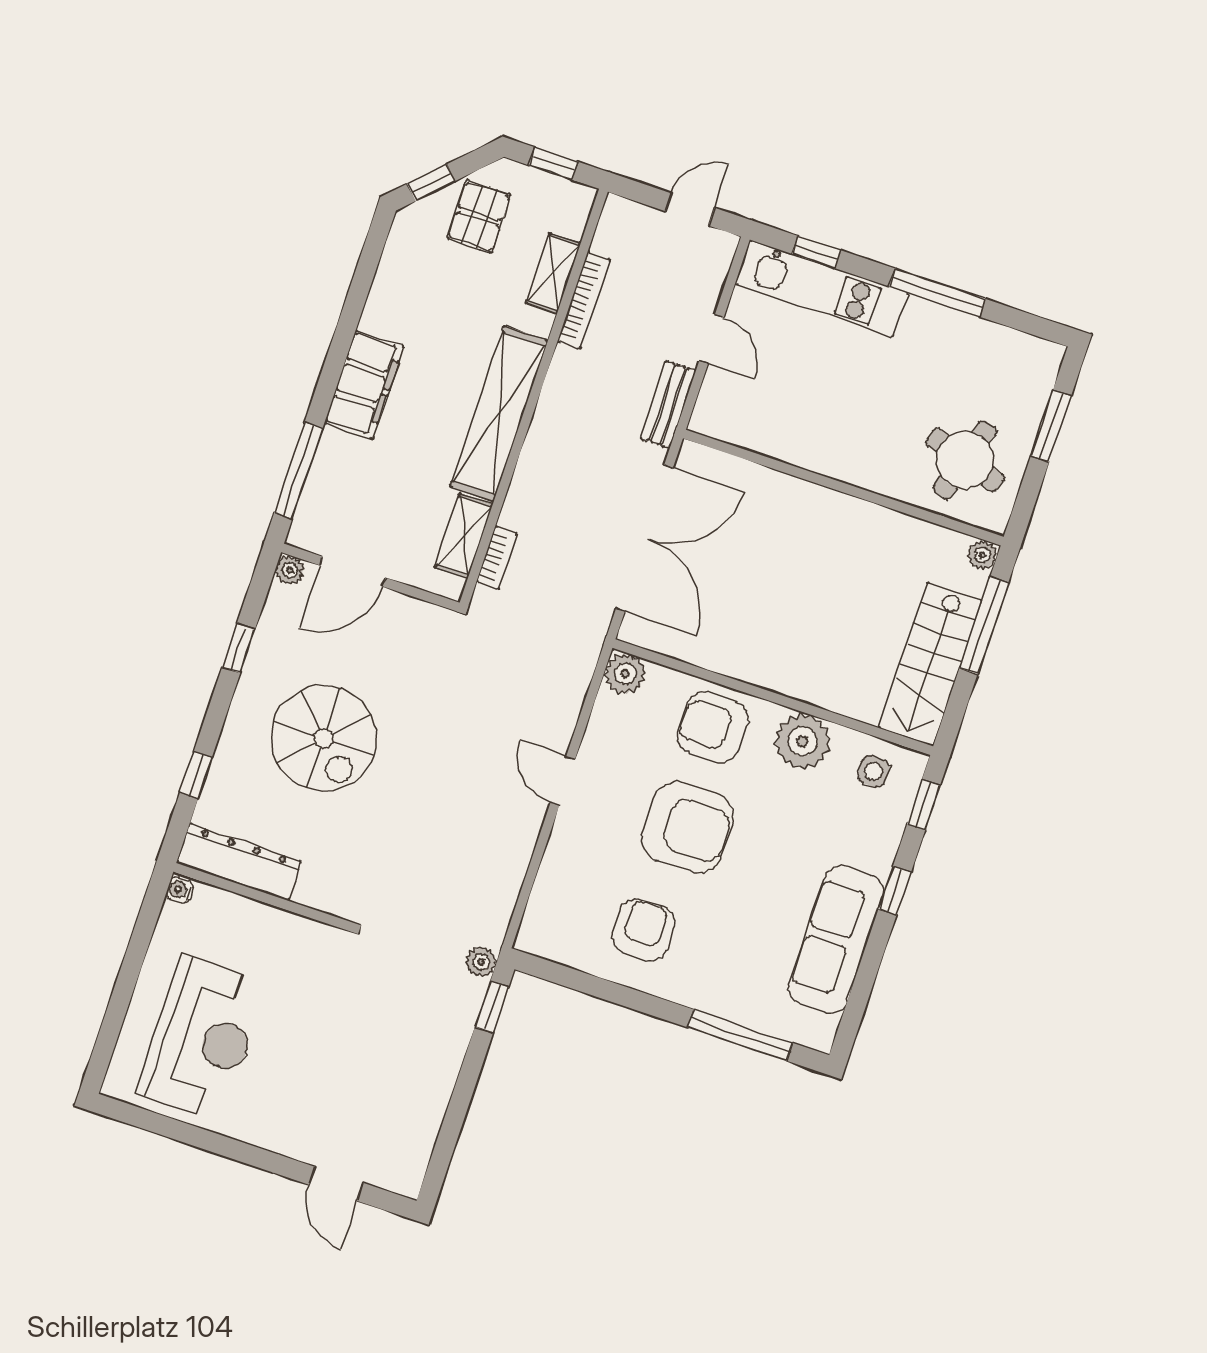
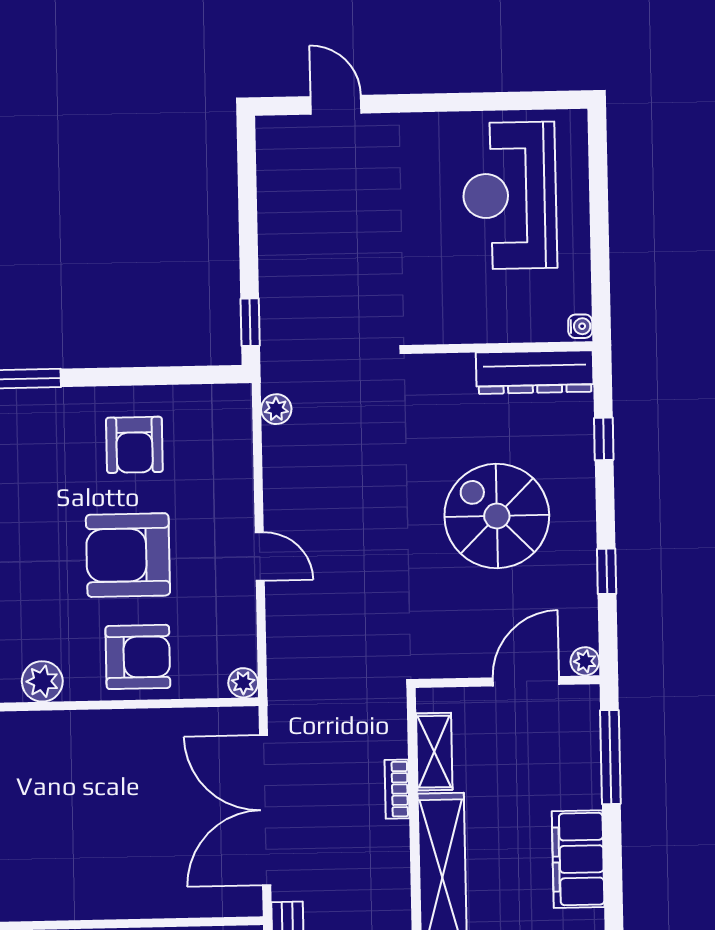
bookcase: (497, 558) -> (397, 789), moved
plant: (625, 674) -> (243, 683), width x0.73, depth x0.73
plant: (803, 741) -> (42, 681), width x0.73, depth x0.73
plant: (481, 962) -> (276, 409), moved

